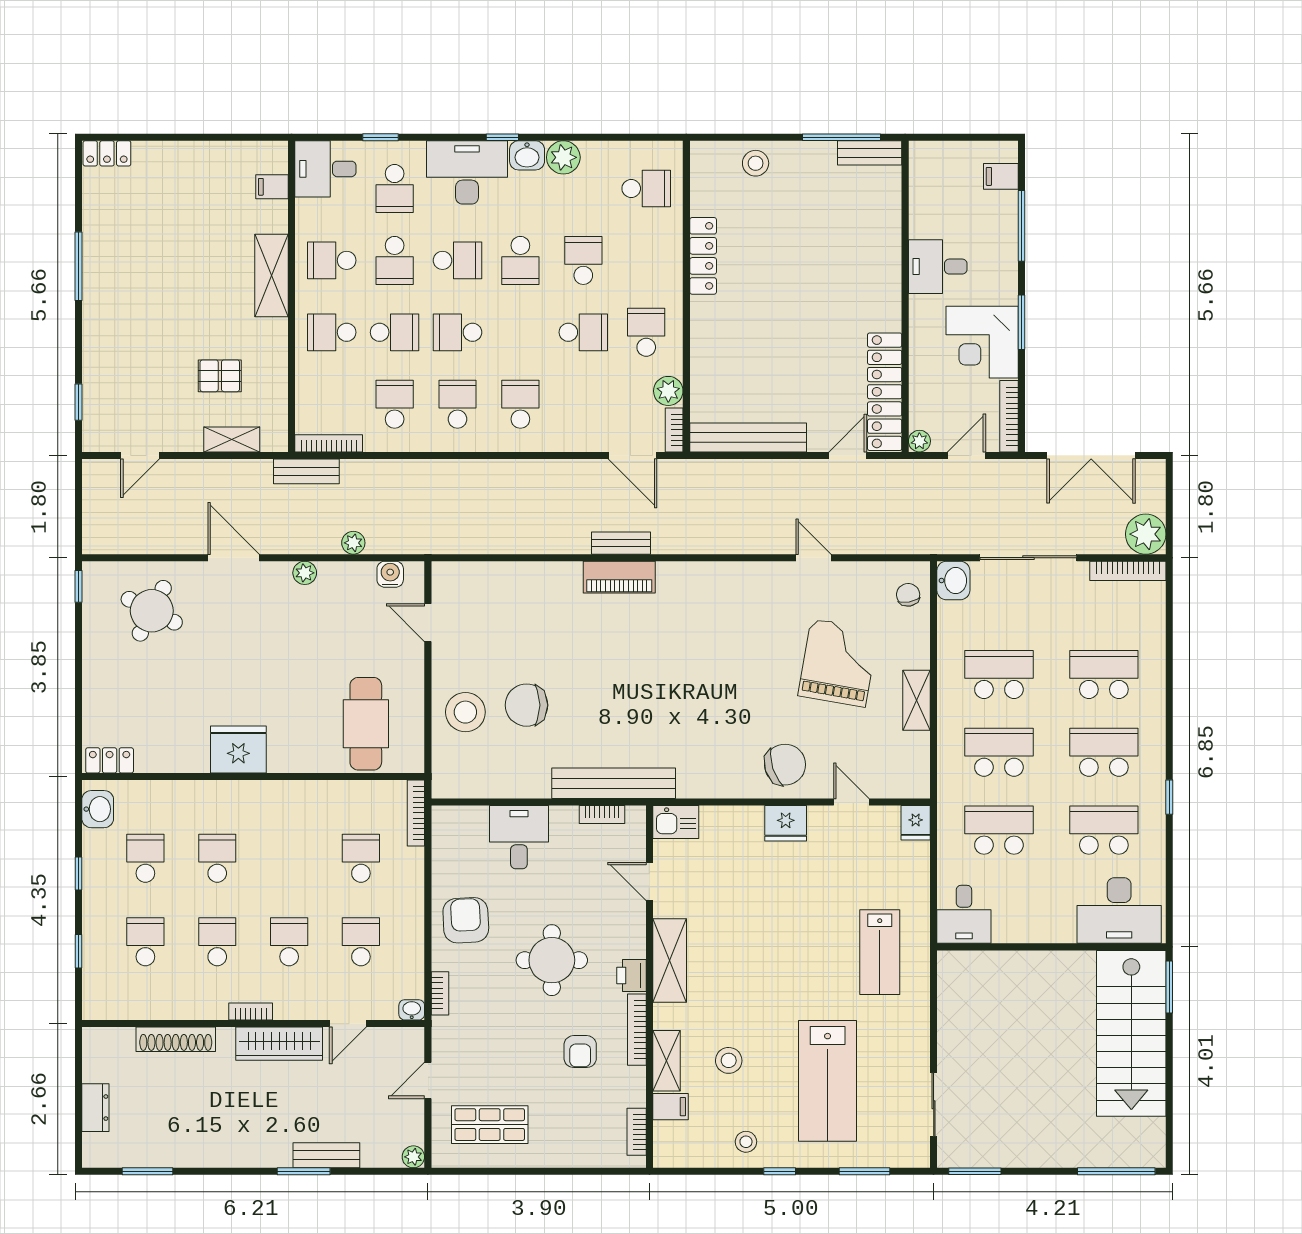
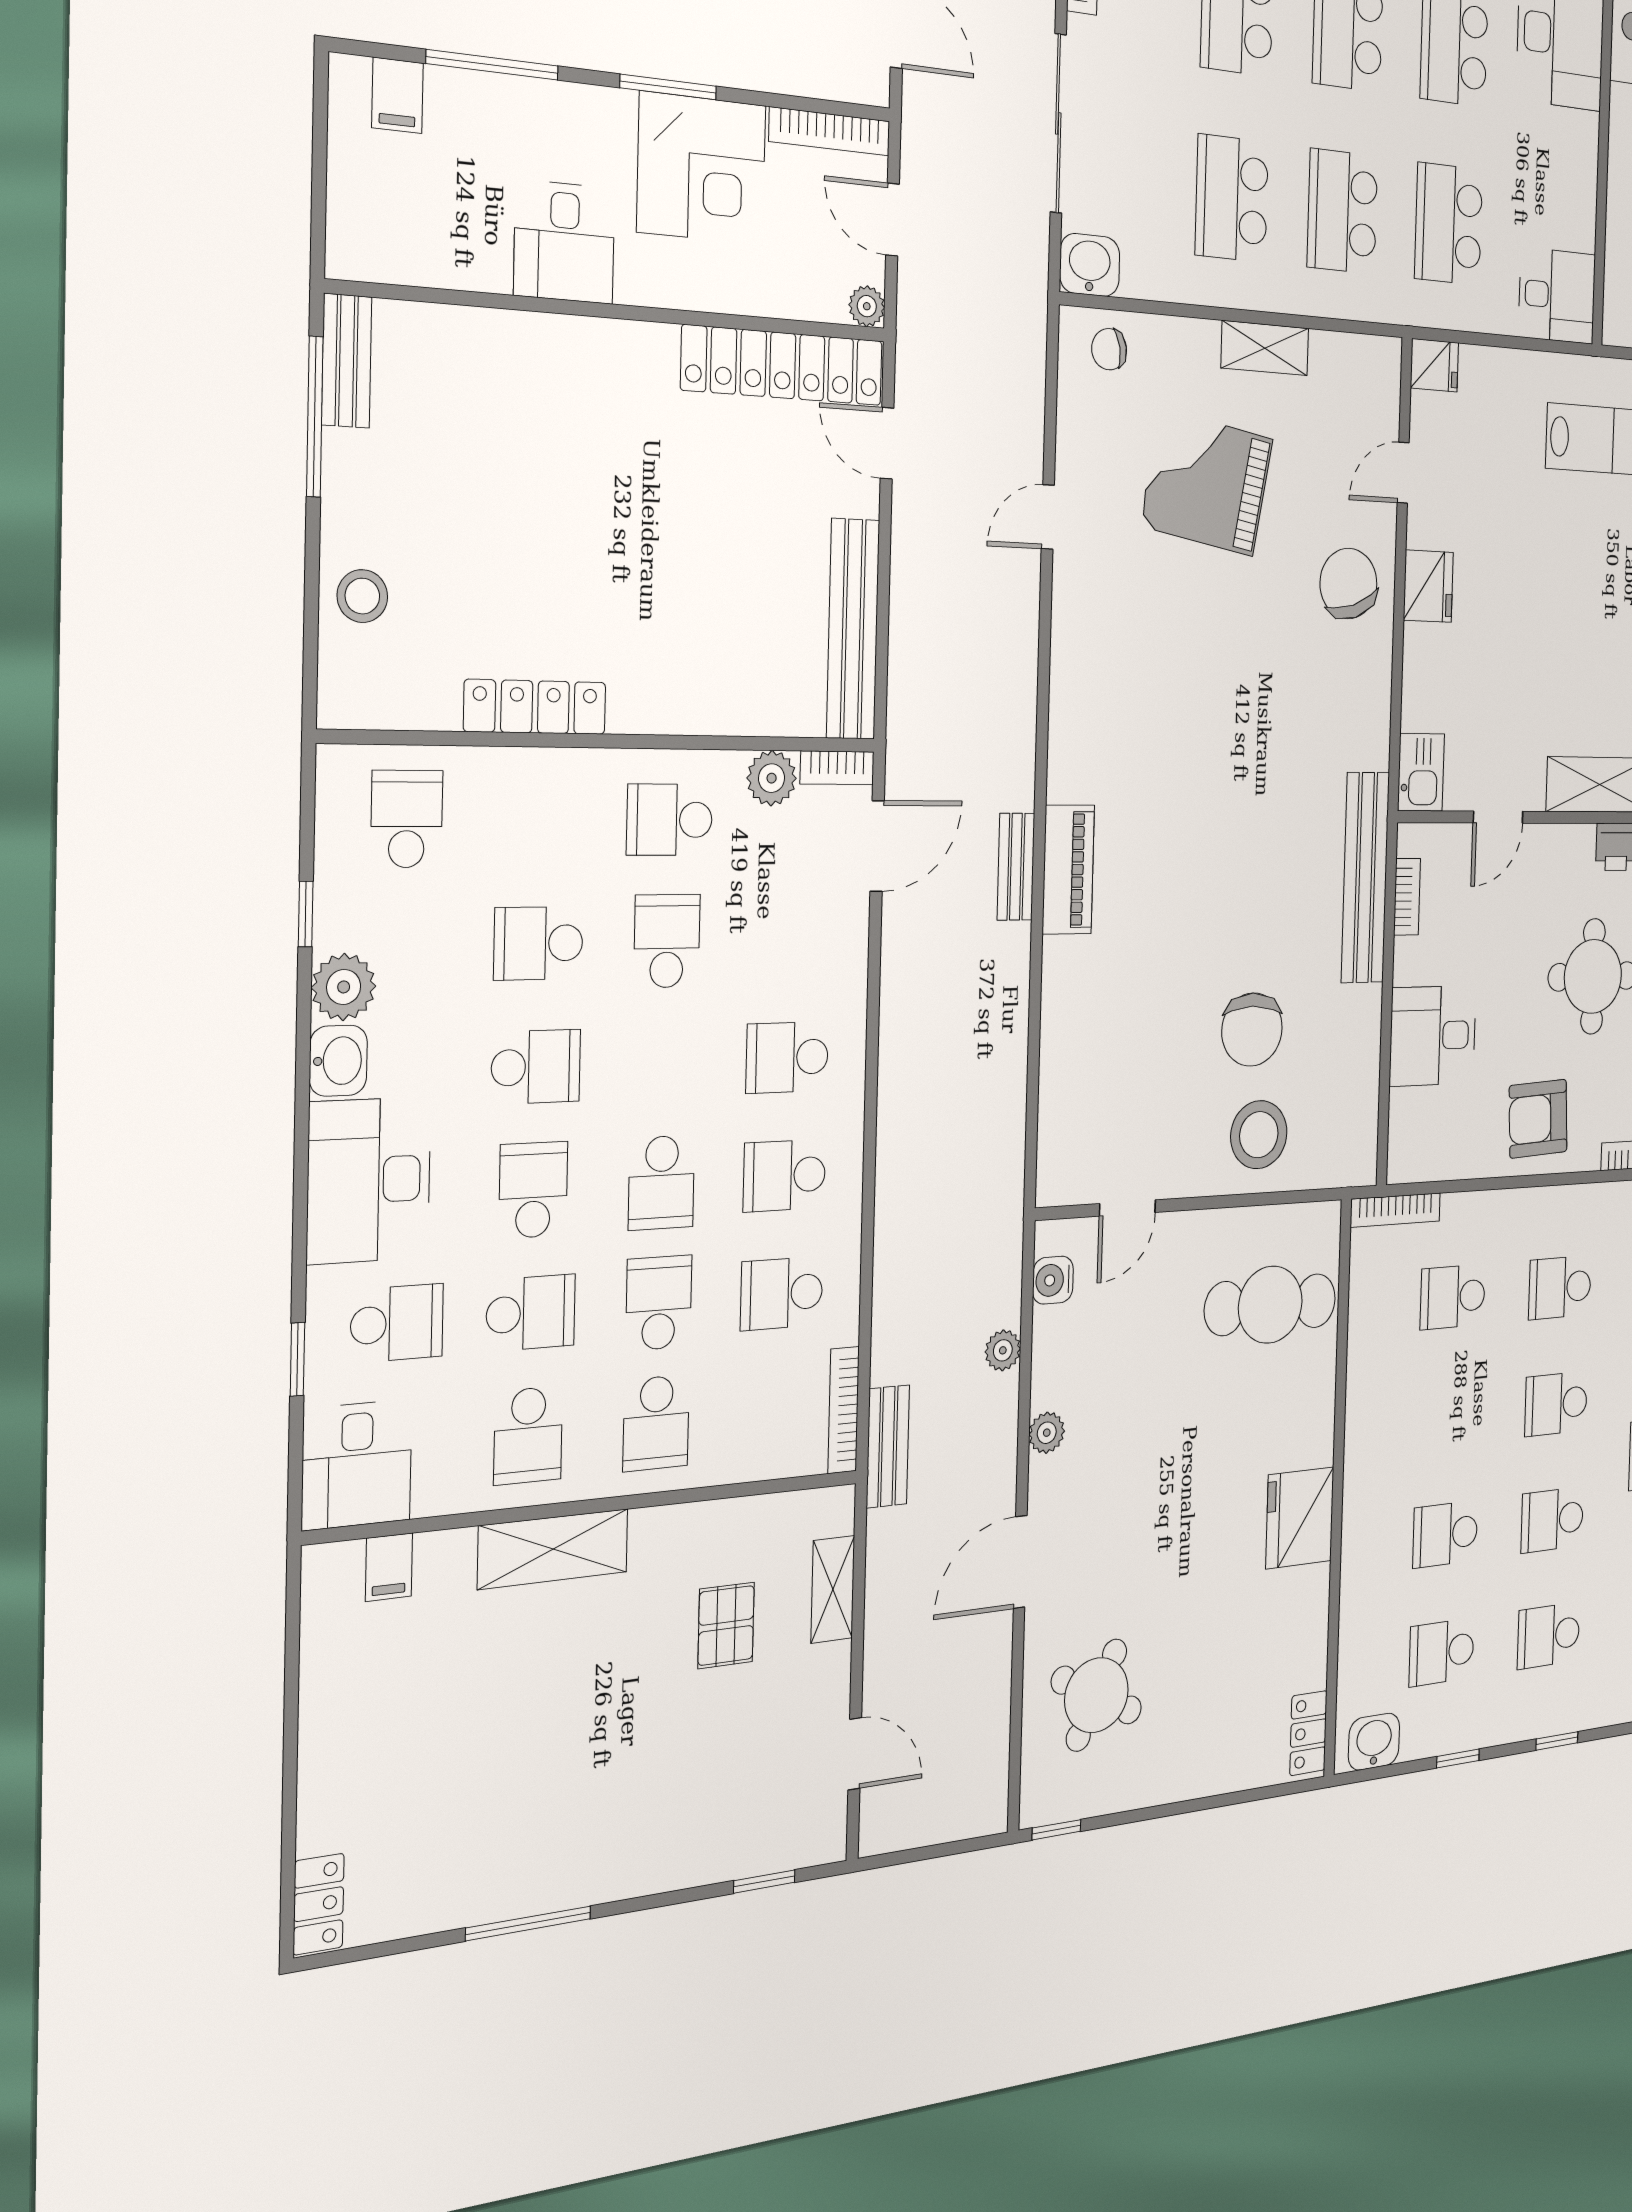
window: (502, 137) -> (306, 914), moved

